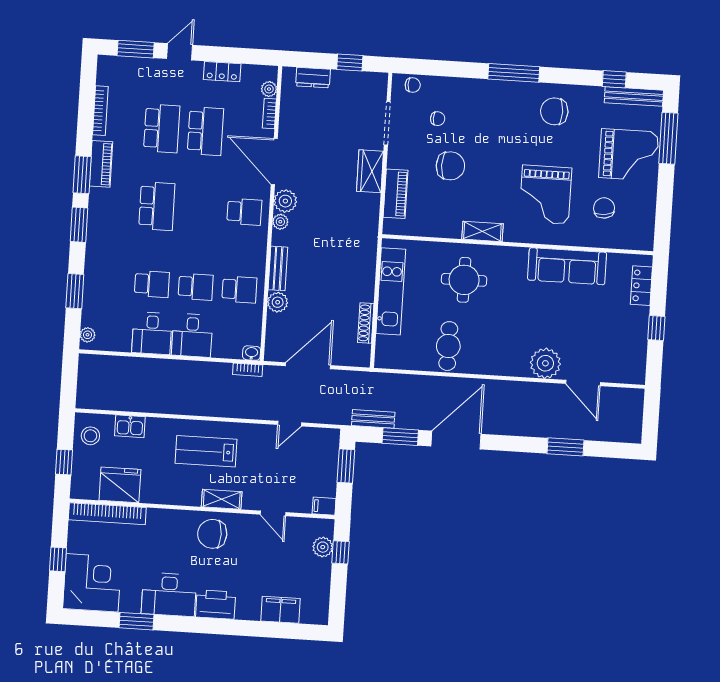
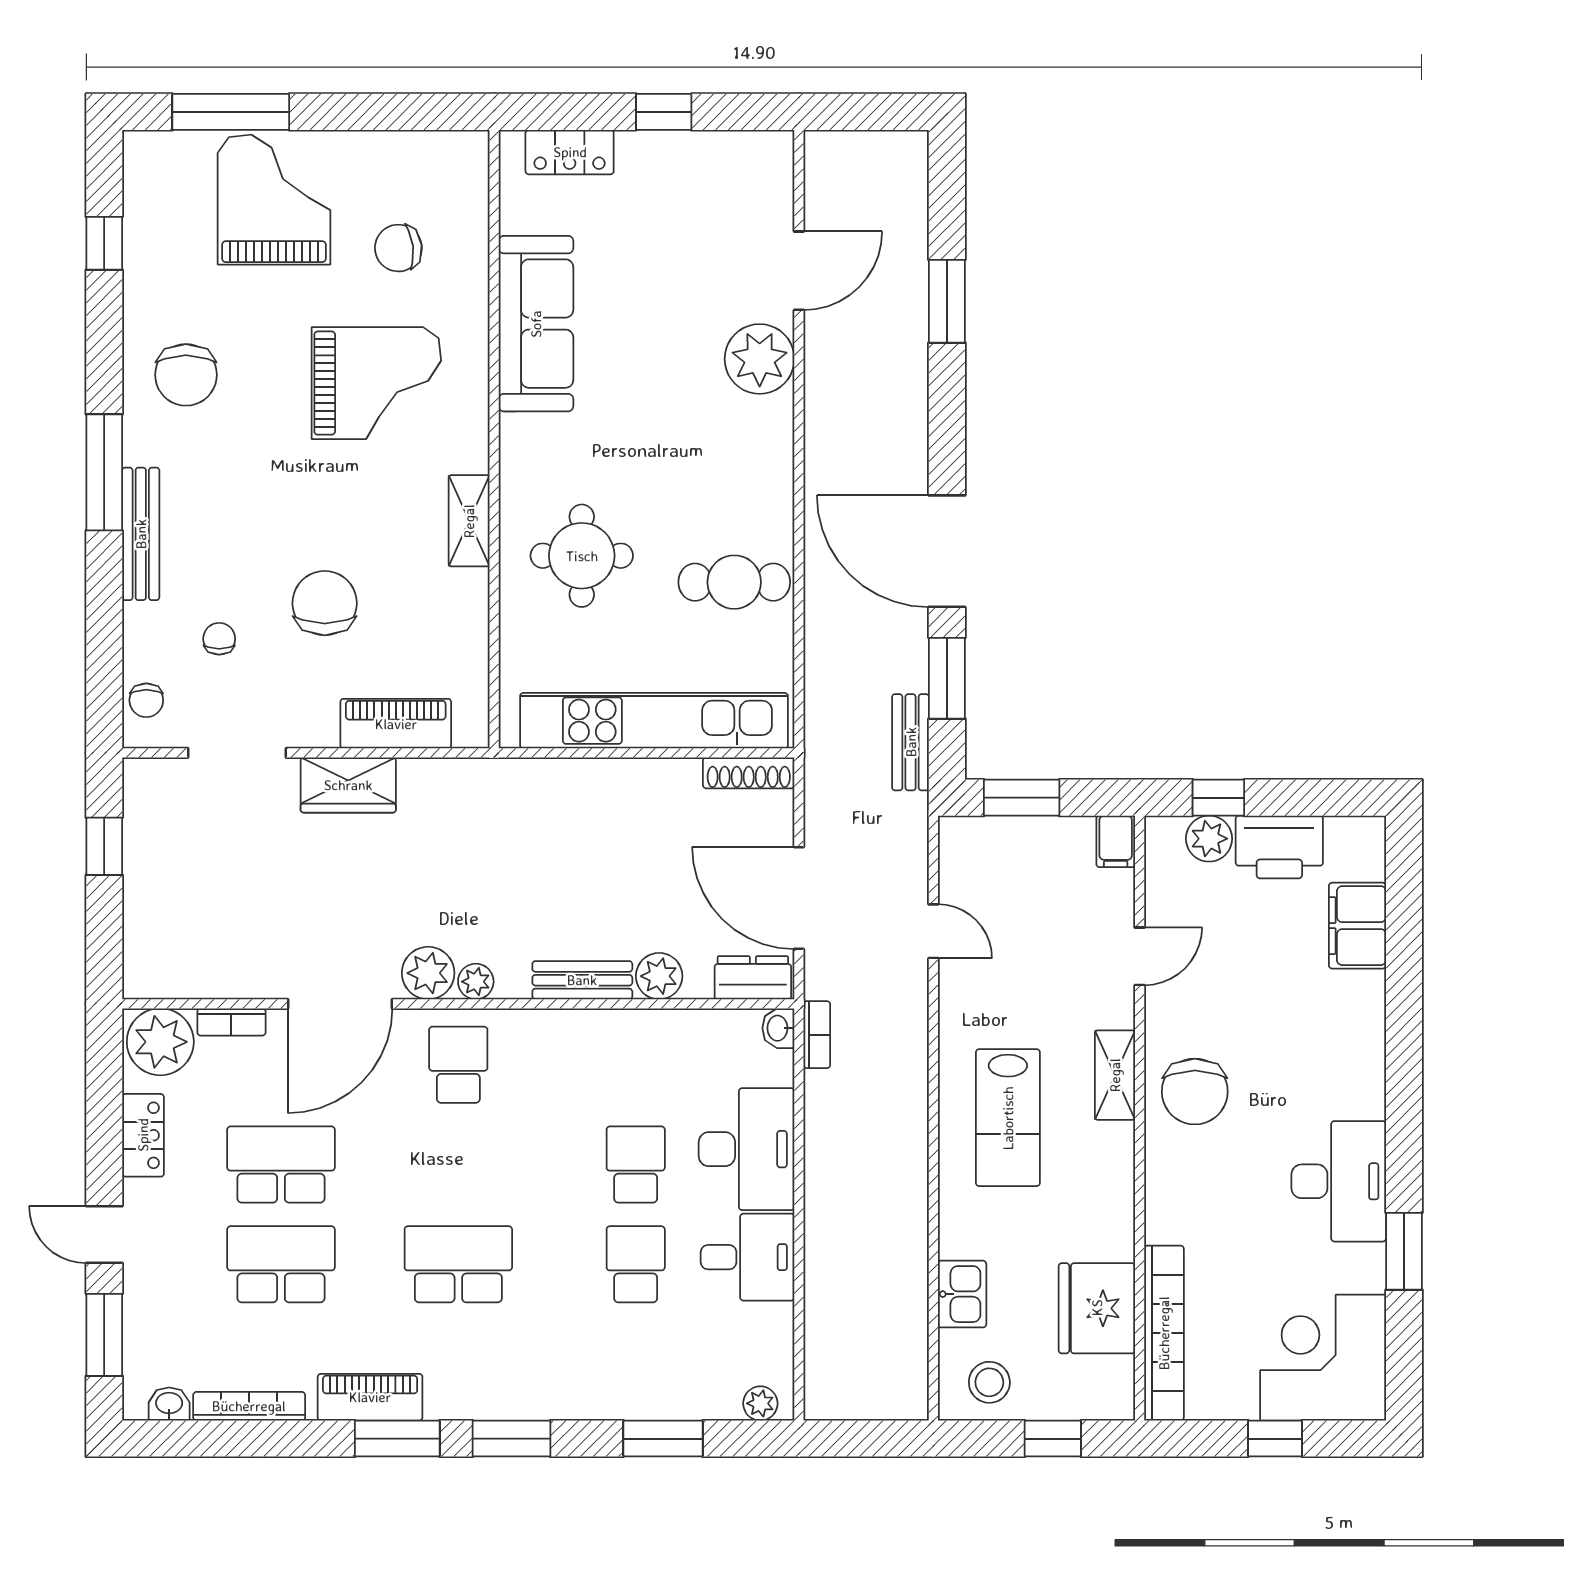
washbasin: (104, 76) -> (169, 1404), added
dresser: (313, 78) -> (753, 978), moved, turned -90
chair: (413, 85) -> (146, 700), turned 180
plant: (269, 89) -> (160, 1042), width x1.88, depth x1.88
bench: (634, 96) -> (141, 534), moved
school desk: (239, 289) -> (636, 1065), removed
kitchen unit: (391, 291) -> (654, 721), width x1.36
shoe rack: (366, 323) -> (749, 773), moved
desk: (192, 335) -> (747, 1149), width x1.37
printer: (216, 604) -> (1279, 847), moved, turned -90

